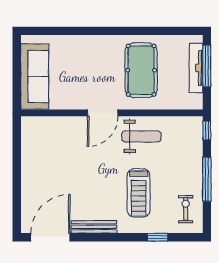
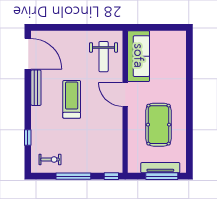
pool table: (141, 70) -> (159, 125), turned 90
sofa: (35, 76) -> (139, 56), moved, turned -90
weight bench: (141, 136) -> (104, 57), moved
treadmill: (139, 193) -> (72, 99), moved, turned 90

